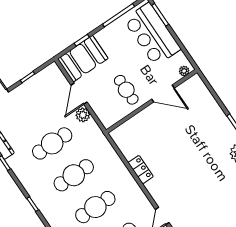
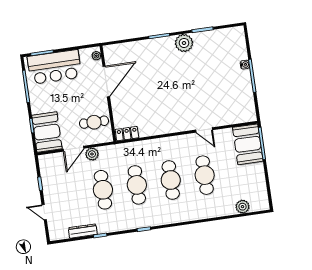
cafe table: (126, 90) -> (94, 122), moved
door: (79, 94) -> (73, 149), hinge flipped
door: (163, 94) -> (106, 81), width x1.36
locker: (141, 170) -> (127, 134), moved

